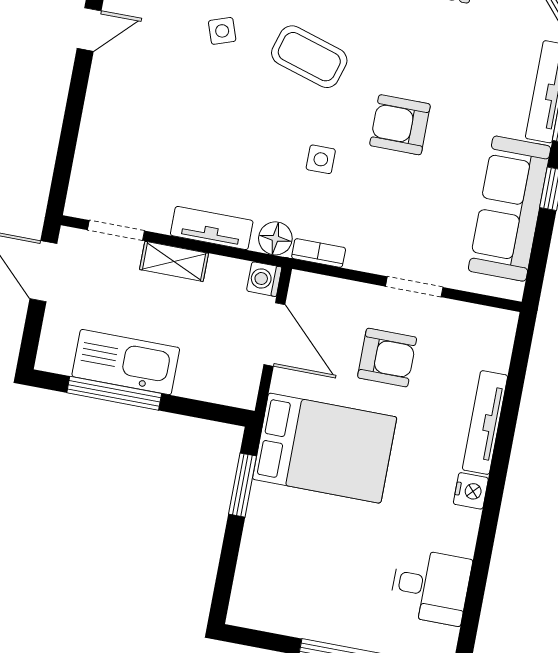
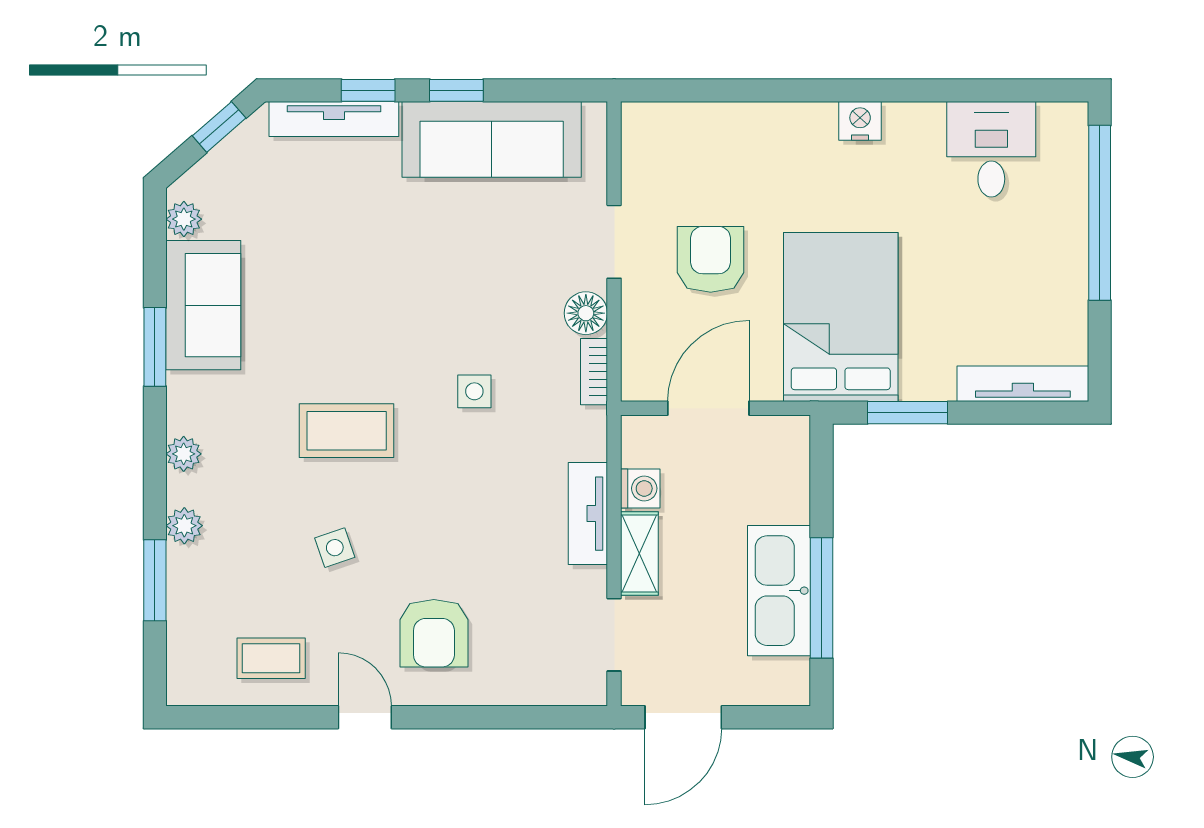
coffee table: (309, 57) -> (347, 431), turned 73
armchair: (400, 125) -> (434, 633), moved
floor lamp: (275, 238) -> (586, 313), moved
washing machine: (264, 279) -> (640, 488), moved, turned -90
tv unit: (485, 423) -> (1023, 384), moved, turned 180

